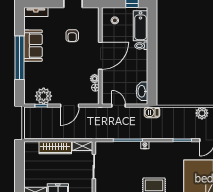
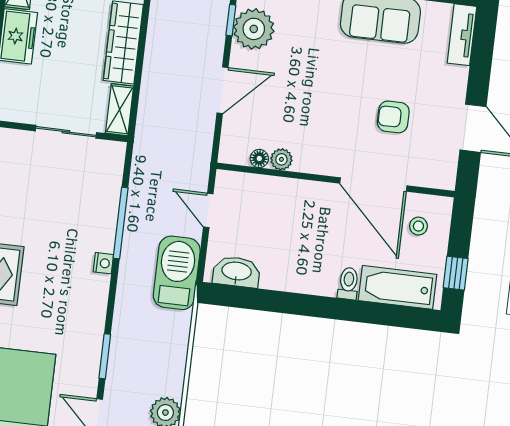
door: (100, 56) -> (373, 184), moved
door: (70, 106) -> (223, 90), swing flipped
door: (119, 106) -> (208, 210), swing flipped
barbecue: (152, 112) -> (177, 273), width x1.88, depth x1.53

